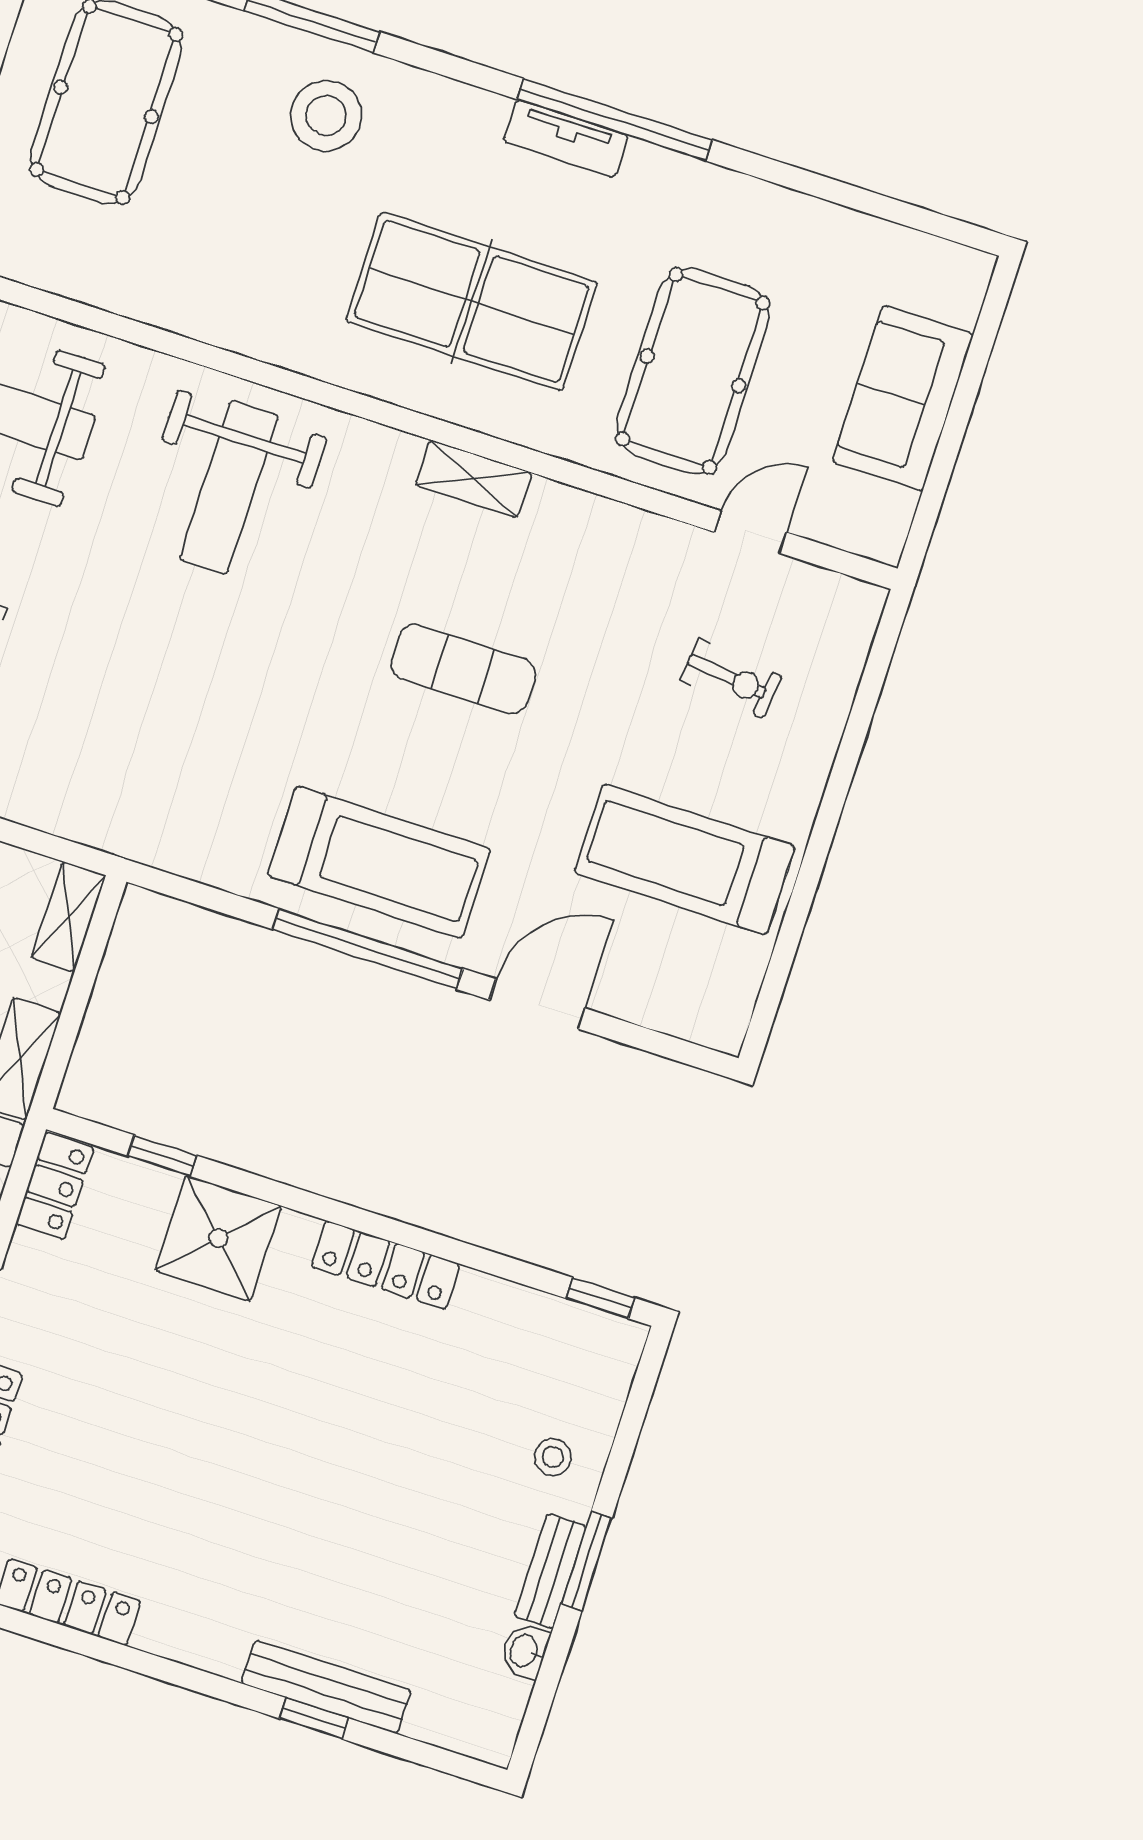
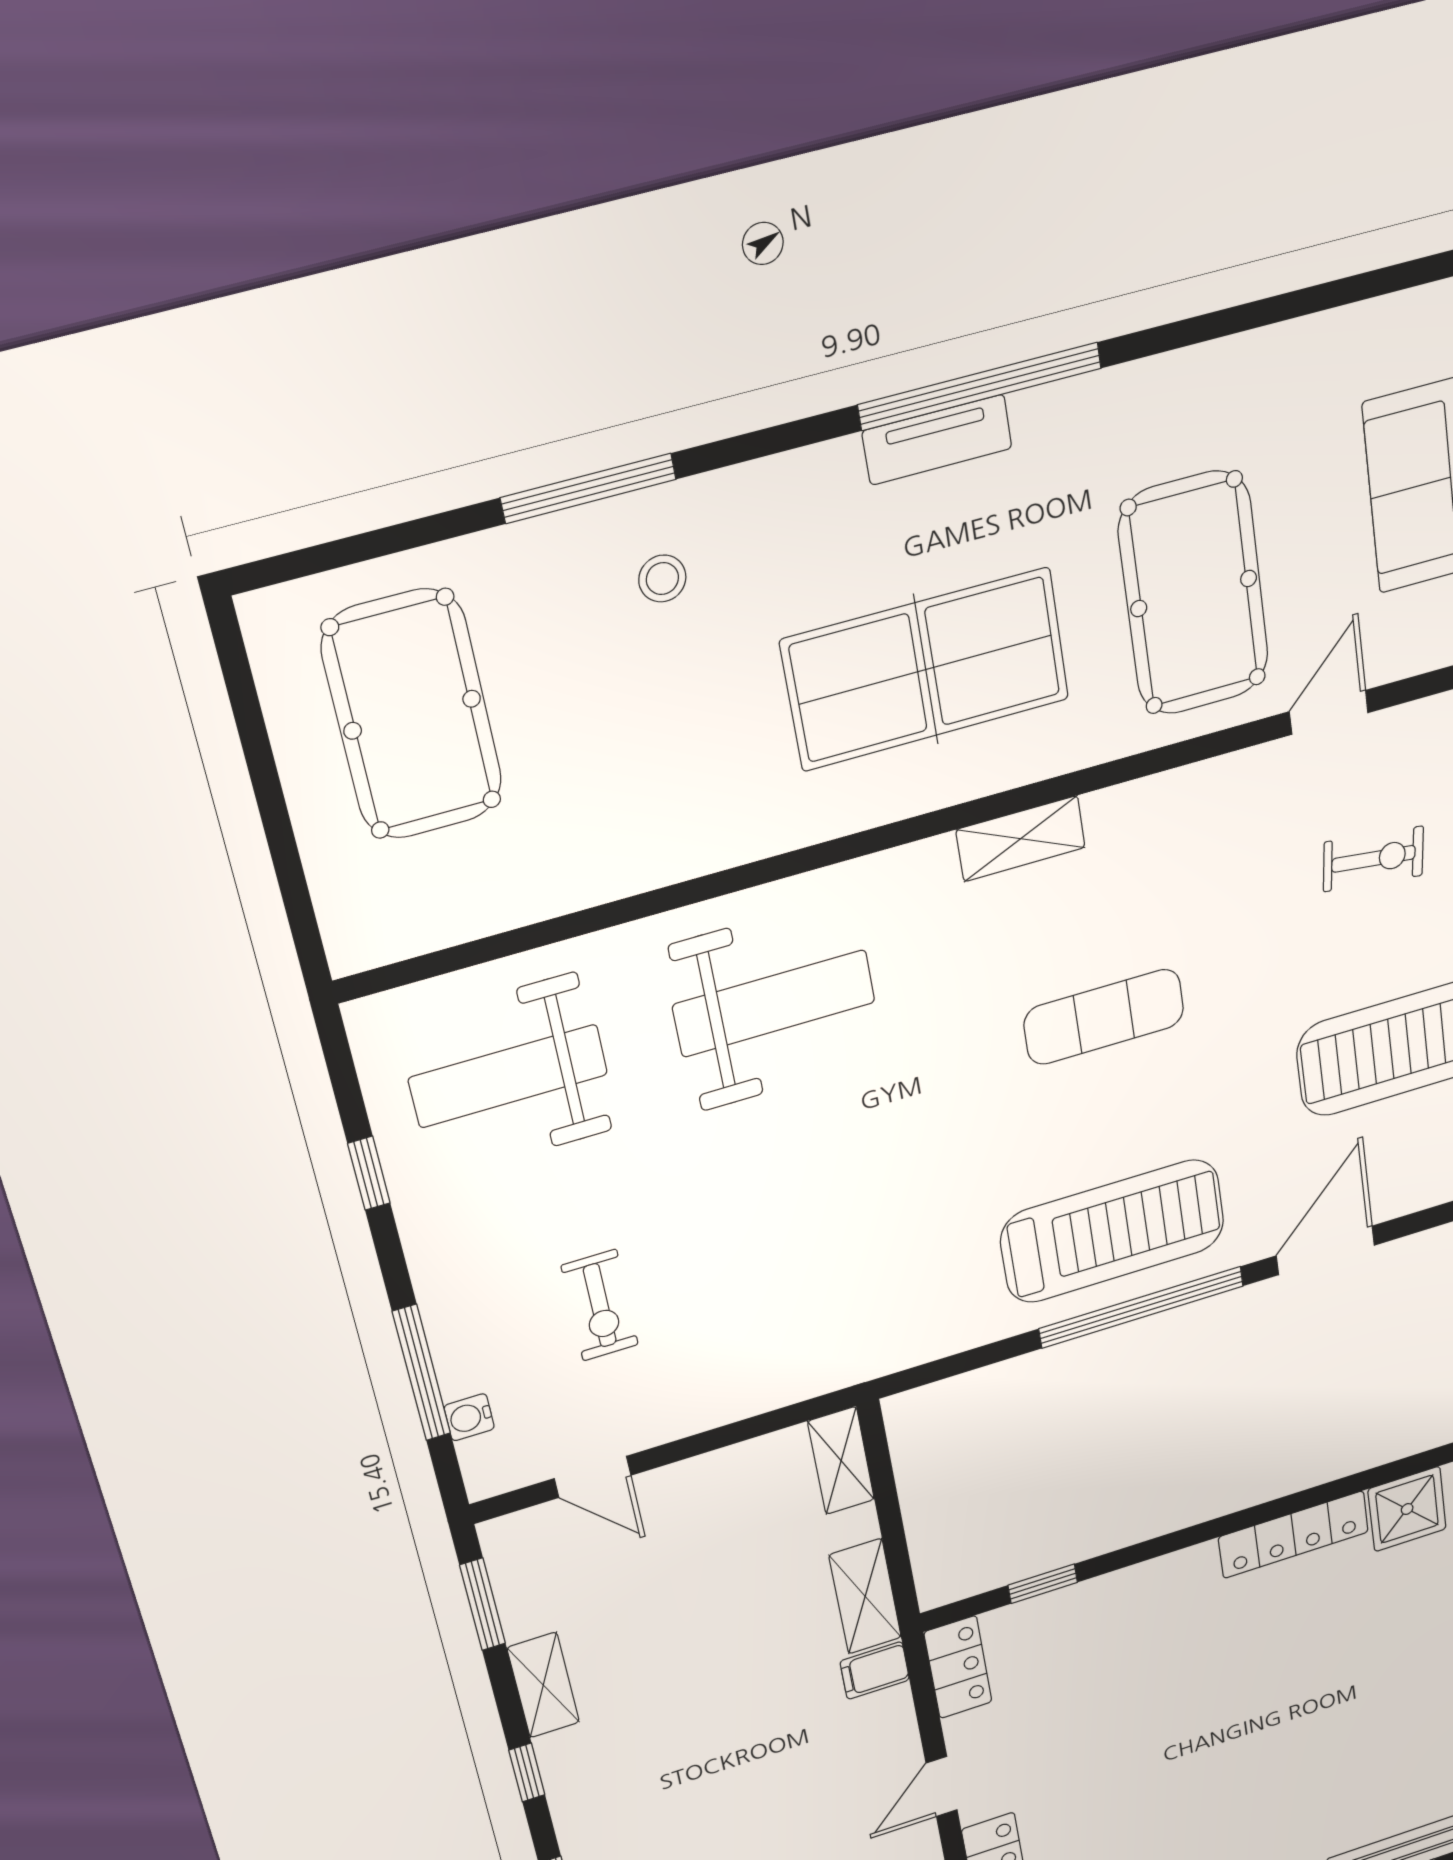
stool: (326, 116) -> (662, 579), width x0.53, depth x0.53
weight bench: (229, 487) -> (774, 1003), turned -90
shower: (219, 1238) -> (1407, 1509), moved, width x0.73, depth x0.73

